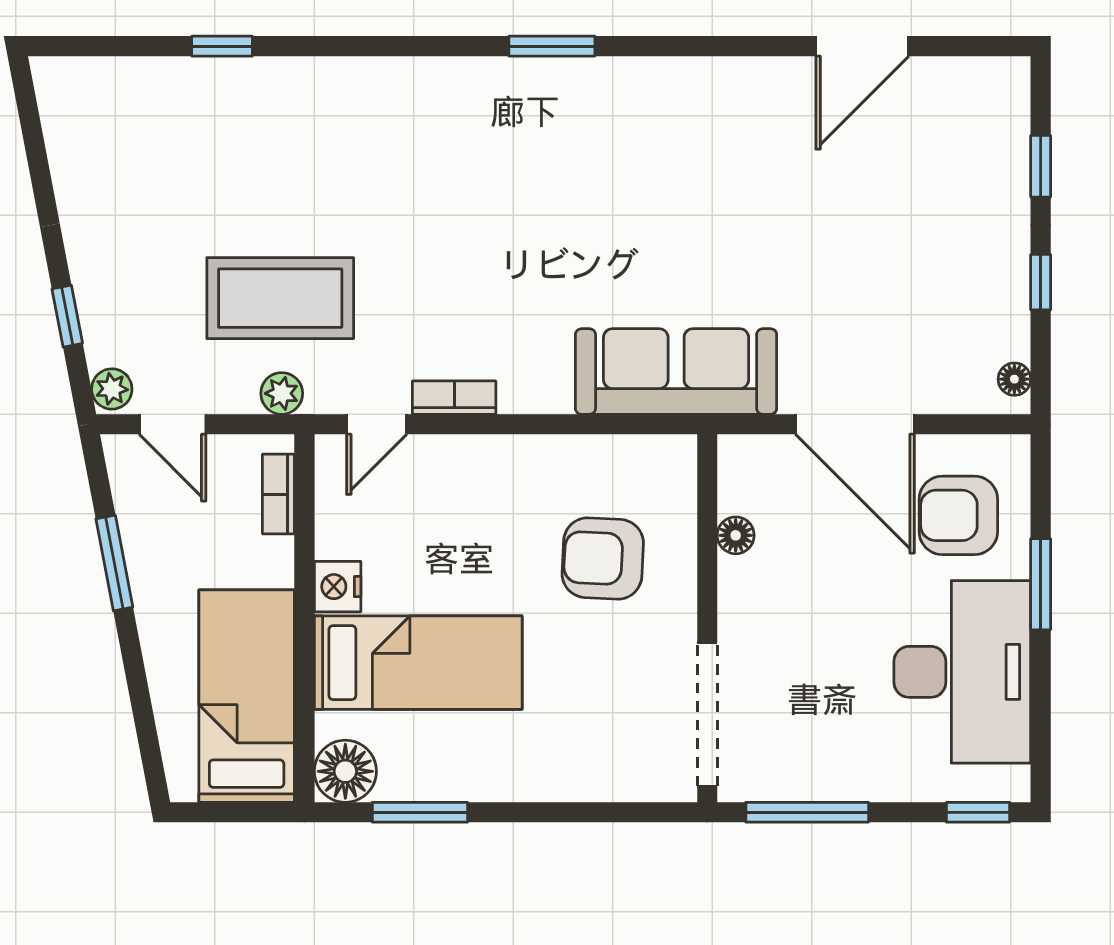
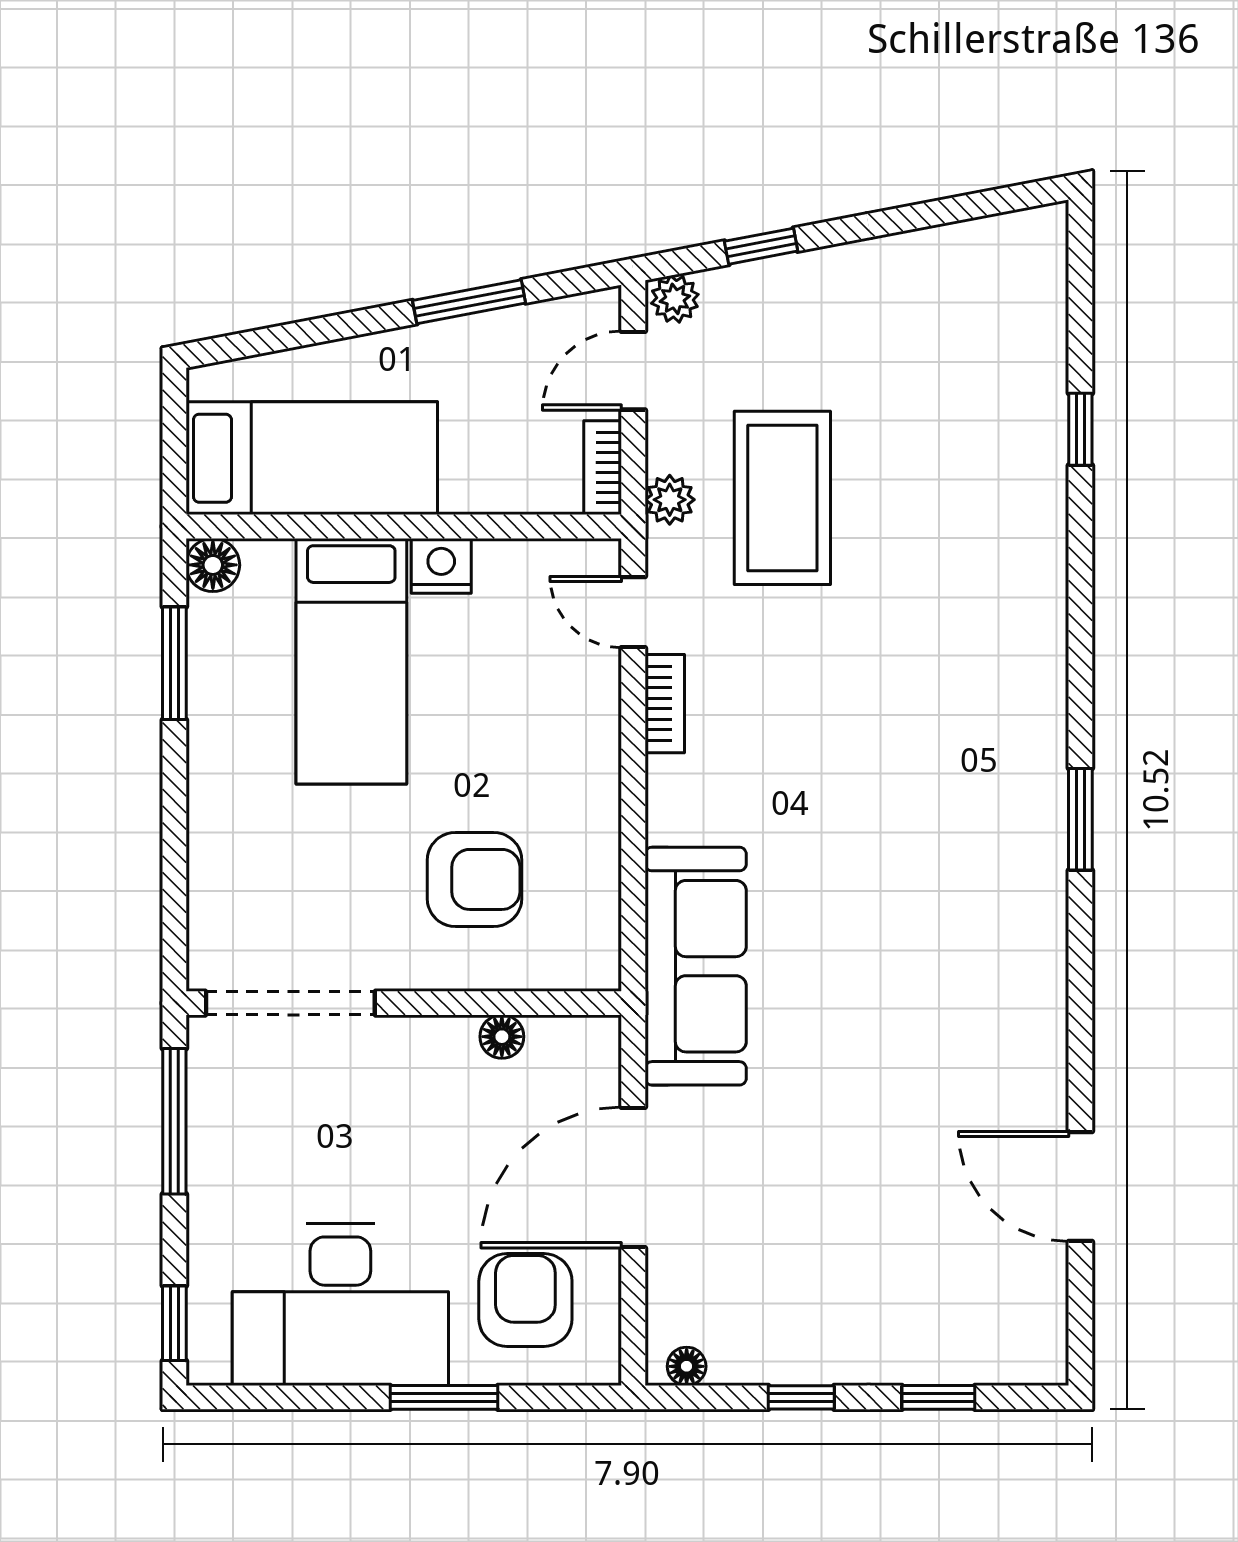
bookcase: (278, 494) -> (603, 468), moved, turned -90
armchair: (603, 558) -> (474, 879), turned 87
floor lamp: (345, 771) -> (213, 565), width x0.73, depth x0.73

